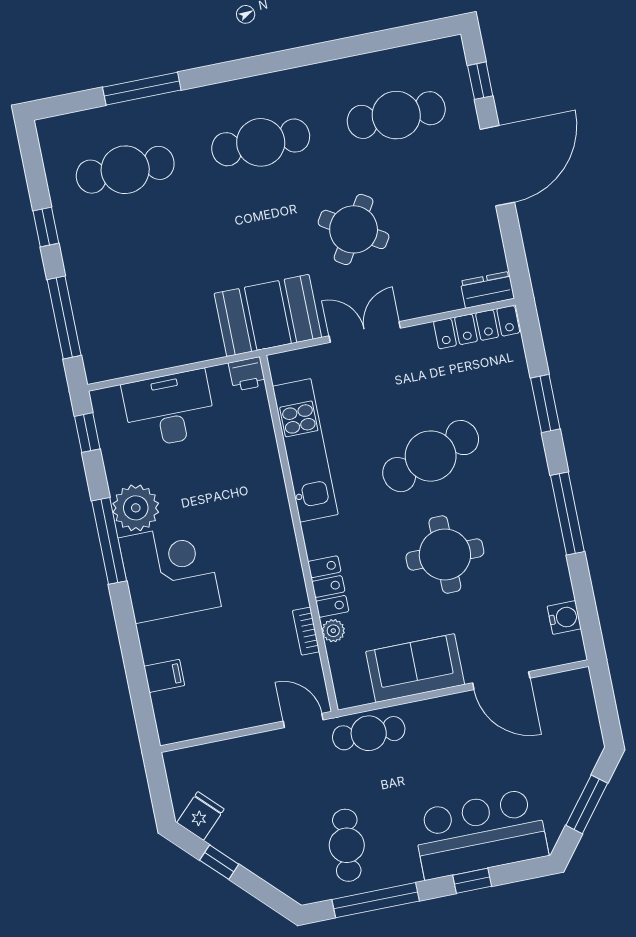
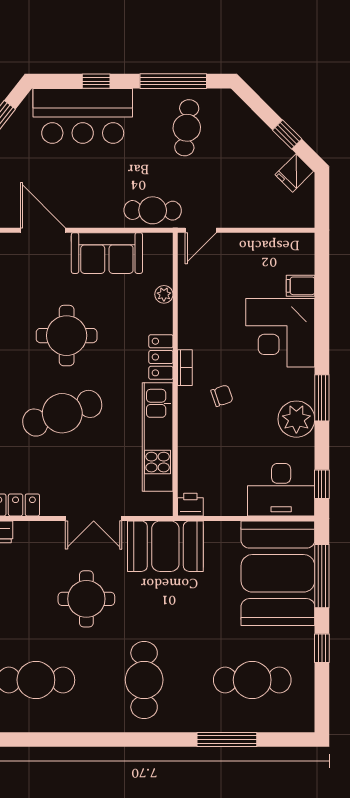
cafe table: (261, 142) -> (144, 680), turned 90
round table: (354, 229) -> (86, 599), turned -32
booth: (120, 310) -> (278, 573), added
desk: (169, 409) -> (281, 490), moved
chair: (235, 518) -> (222, 396), added
window: (109, 541) -> (322, 398), width x0.69
corner desk: (170, 572) -> (280, 333), moved
locker: (328, 587) -> (161, 357), moved
bookcase: (306, 631) -> (185, 368), moved
door: (303, 720) -> (201, 230), hinge flipped

